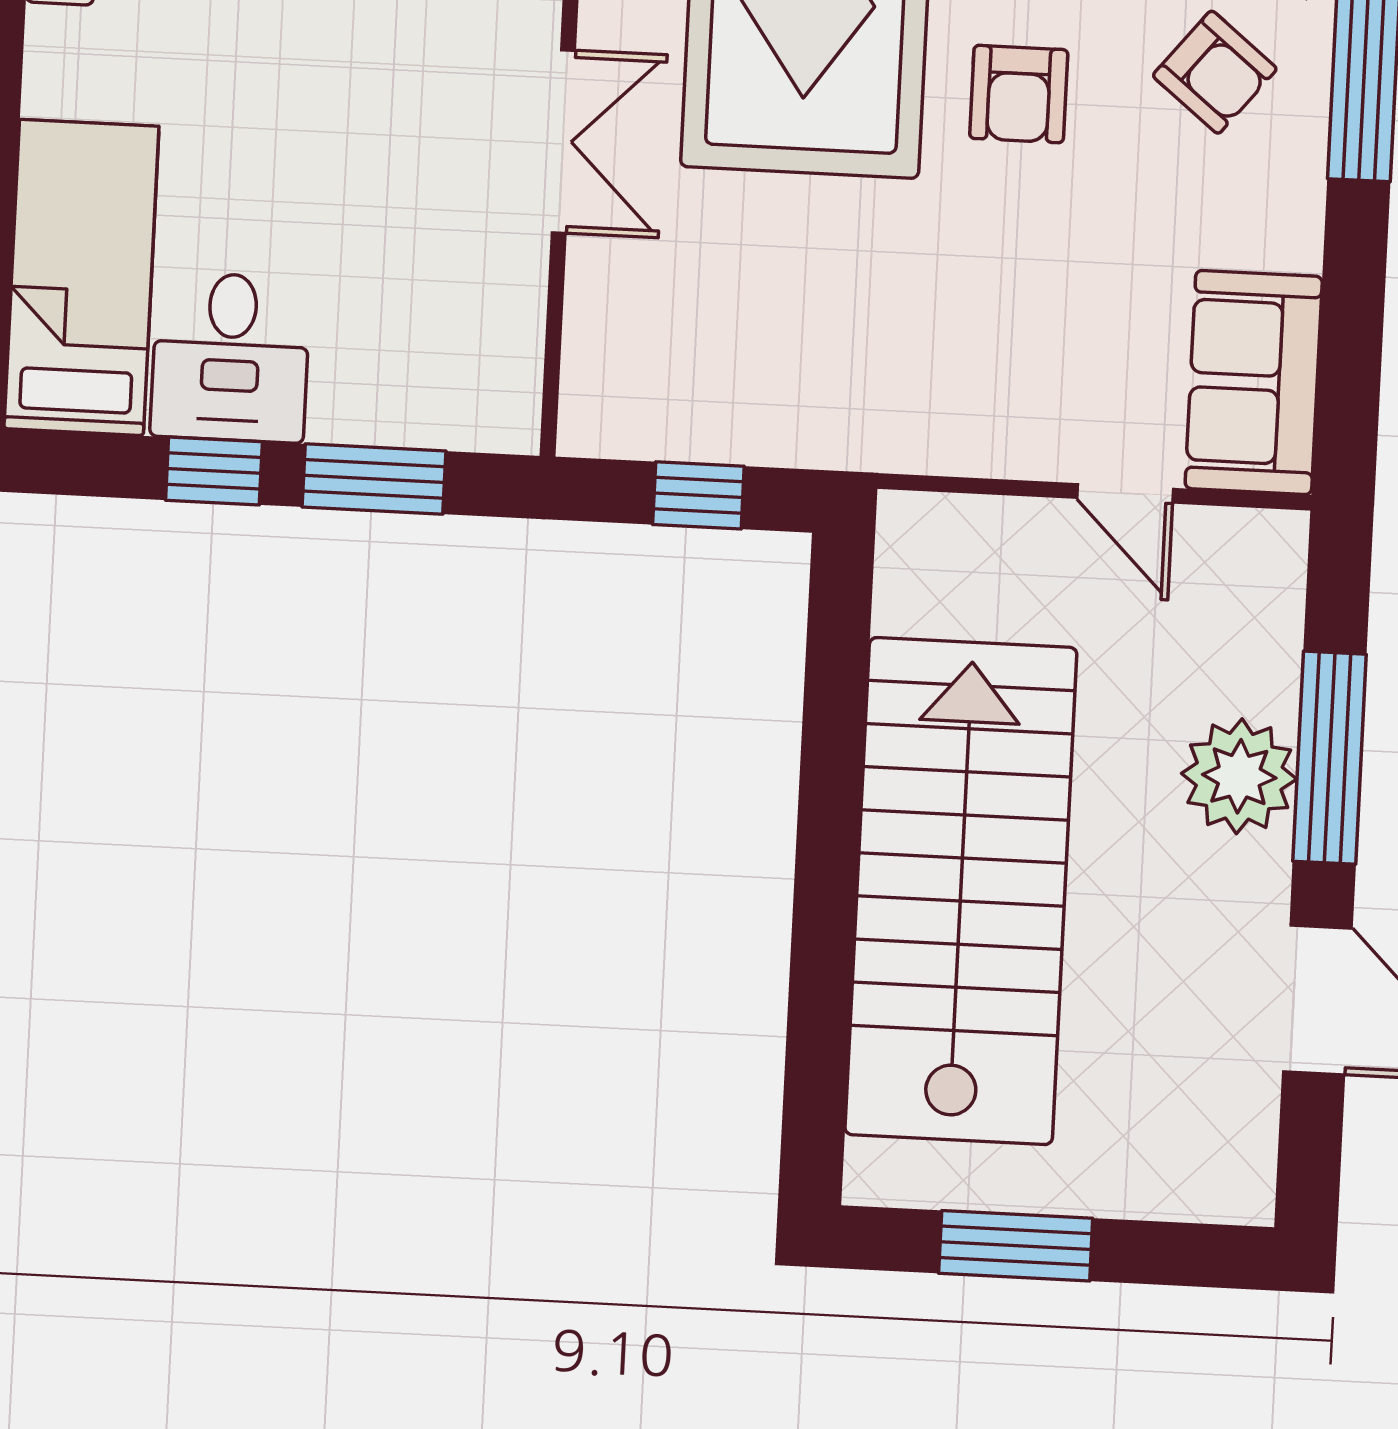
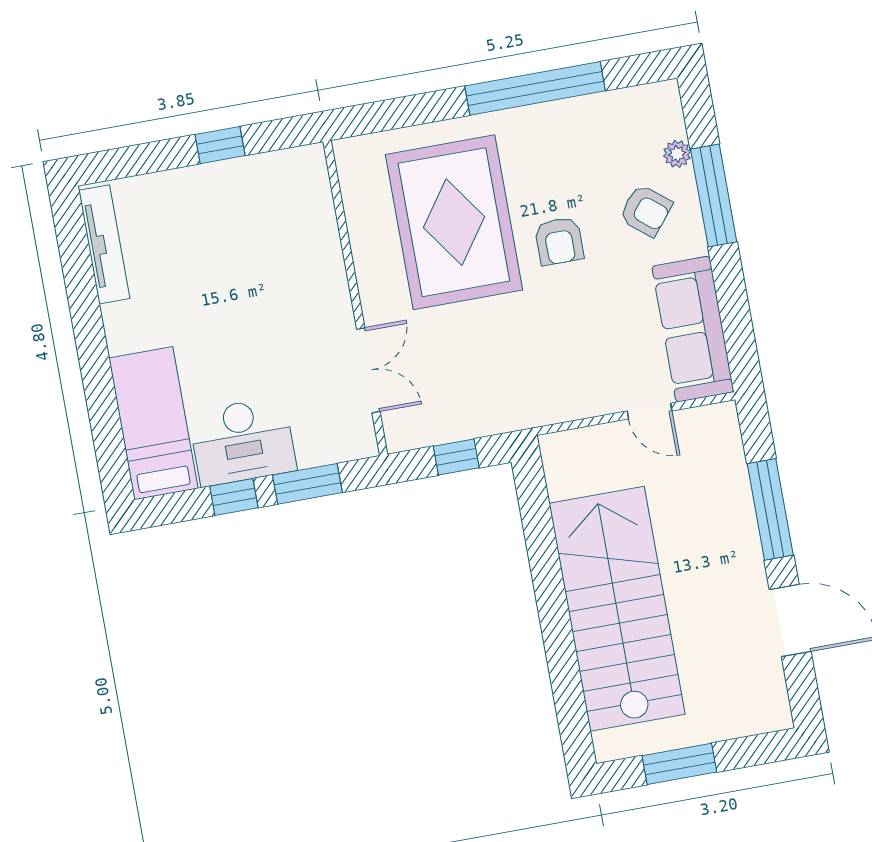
double door: (563, 141) -> (368, 370), moved
desk: (230, 357) -> (243, 441), width x1.37
sofa: (1254, 382) -> (693, 329), width x1.36
plant: (1239, 776) -> (731, 527), removed

